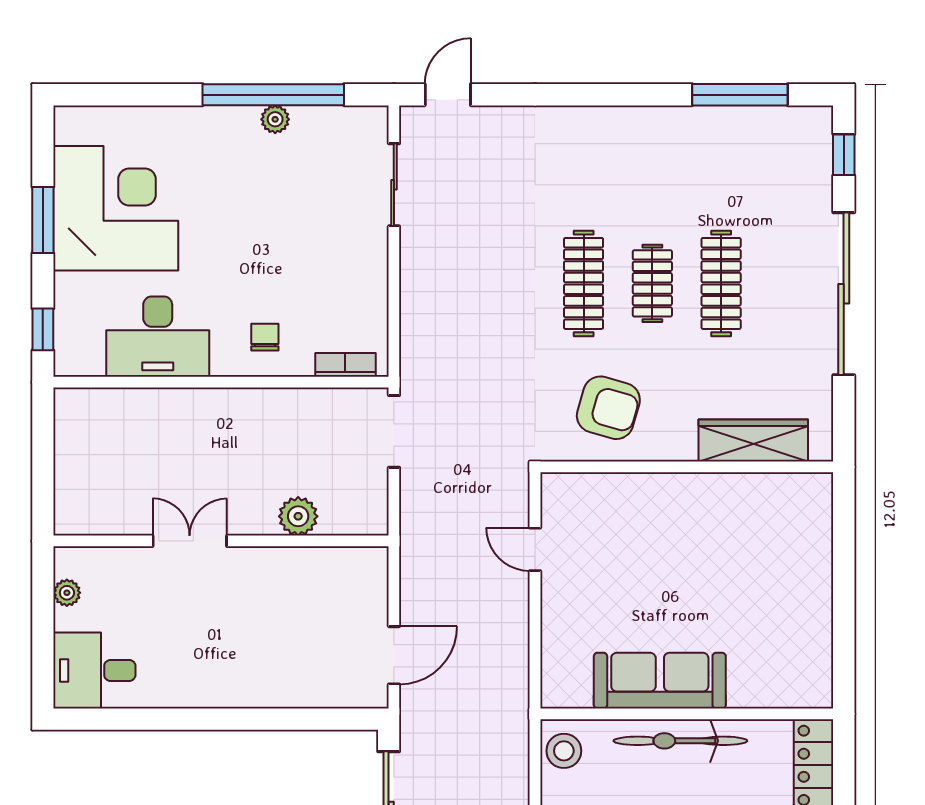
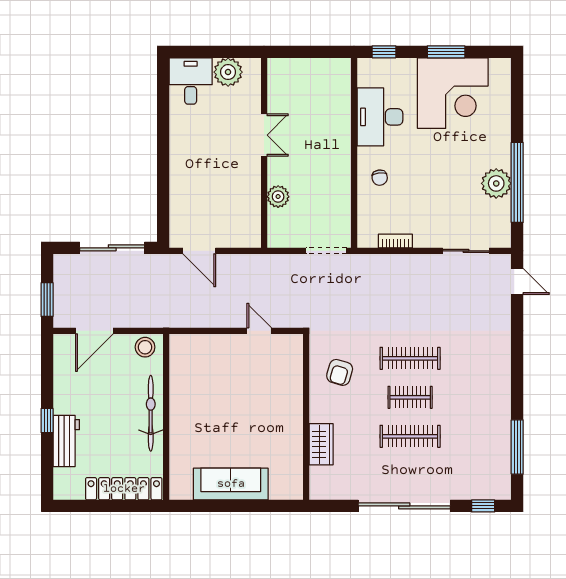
plant: (275, 119) -> (496, 183), width x1.88, depth x1.88
chair: (265, 337) -> (380, 178), turned 83
bookcase: (345, 365) -> (395, 241), moved, turned -90
armchair: (608, 408) -> (340, 372), width x0.72, depth x0.72
wardrobe: (753, 440) -> (321, 444), width x0.67
door: (535, 549) -> (259, 331), hinge flipped
plant: (67, 593) -> (228, 72), width x1.87, depth x1.87
sofa: (660, 681) -> (231, 484), moved, turned -90

